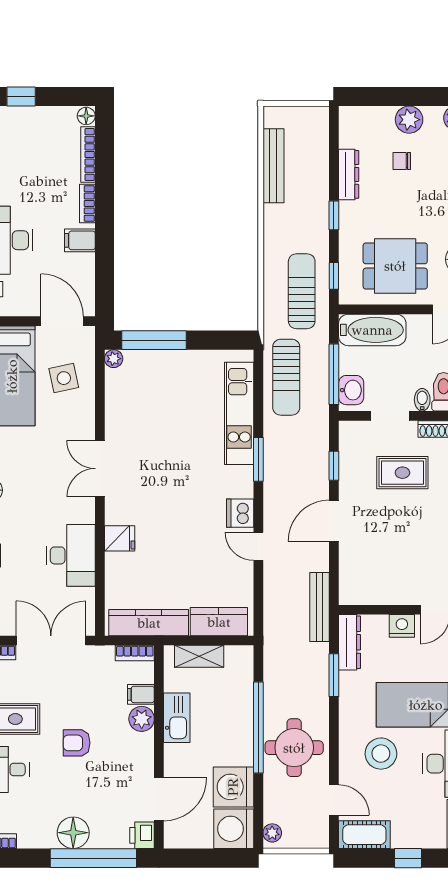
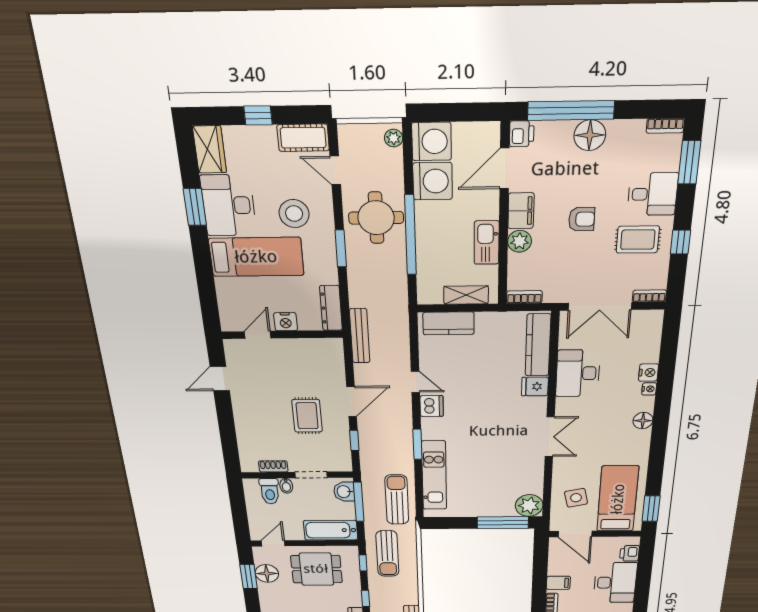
plant: (114, 359) -> (529, 506), width x1.87, depth x1.87
rug: (402, 473) -> (307, 416), moved, turned 90
kitchen counter: (149, 623) -> (538, 345), moved, turned 90
window: (334, 675) -> (341, 248), moved
filing cabinet: (141, 694) -> (521, 211), moved, width x2.00

